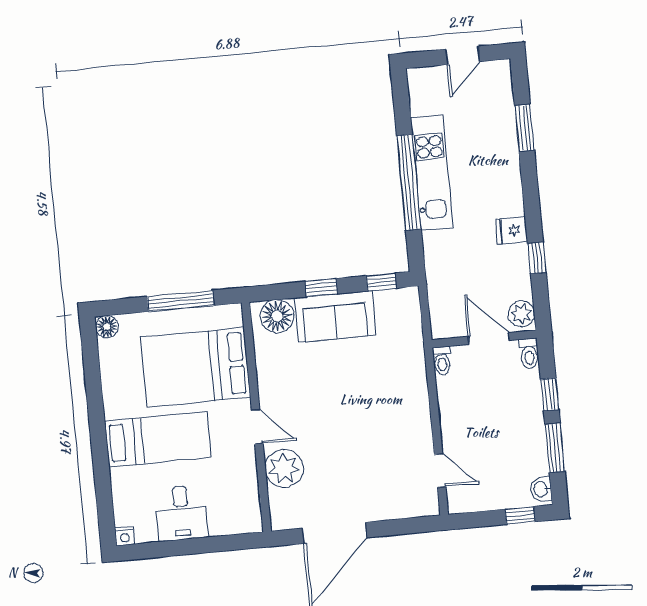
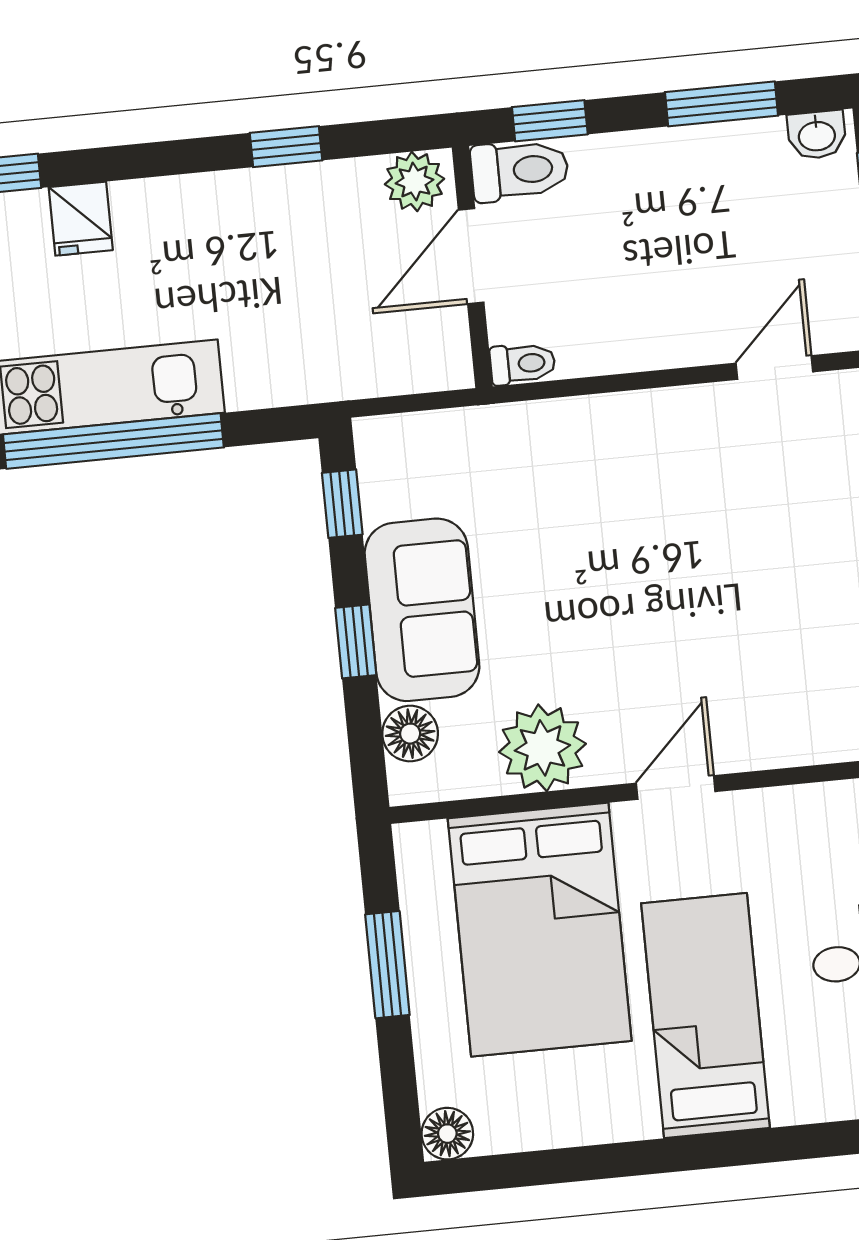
fridge: (512, 230) -> (81, 219), moved
window: (181, 301) -> (387, 965), width x0.69
floor lamp: (277, 316) -> (410, 734), width x0.73, depth x0.73
toilet: (529, 354) -> (520, 170), width x1.37, depth x1.39
window: (550, 394) -> (550, 121), moved
plant: (284, 469) -> (542, 748), moved

